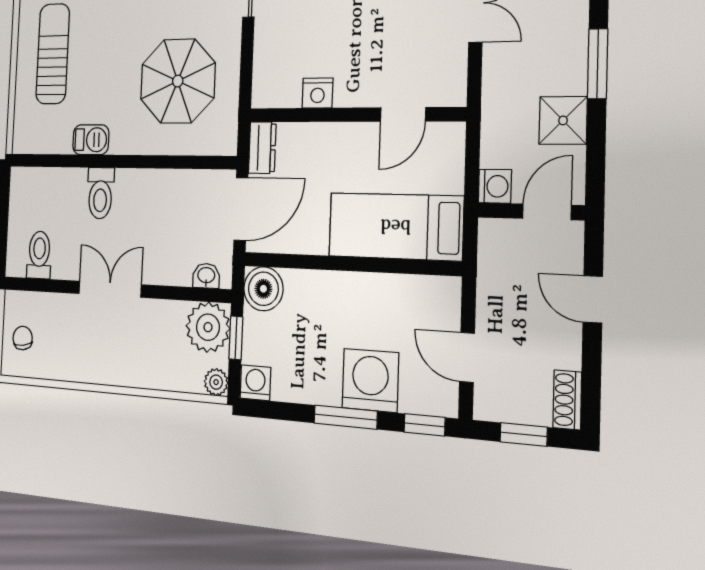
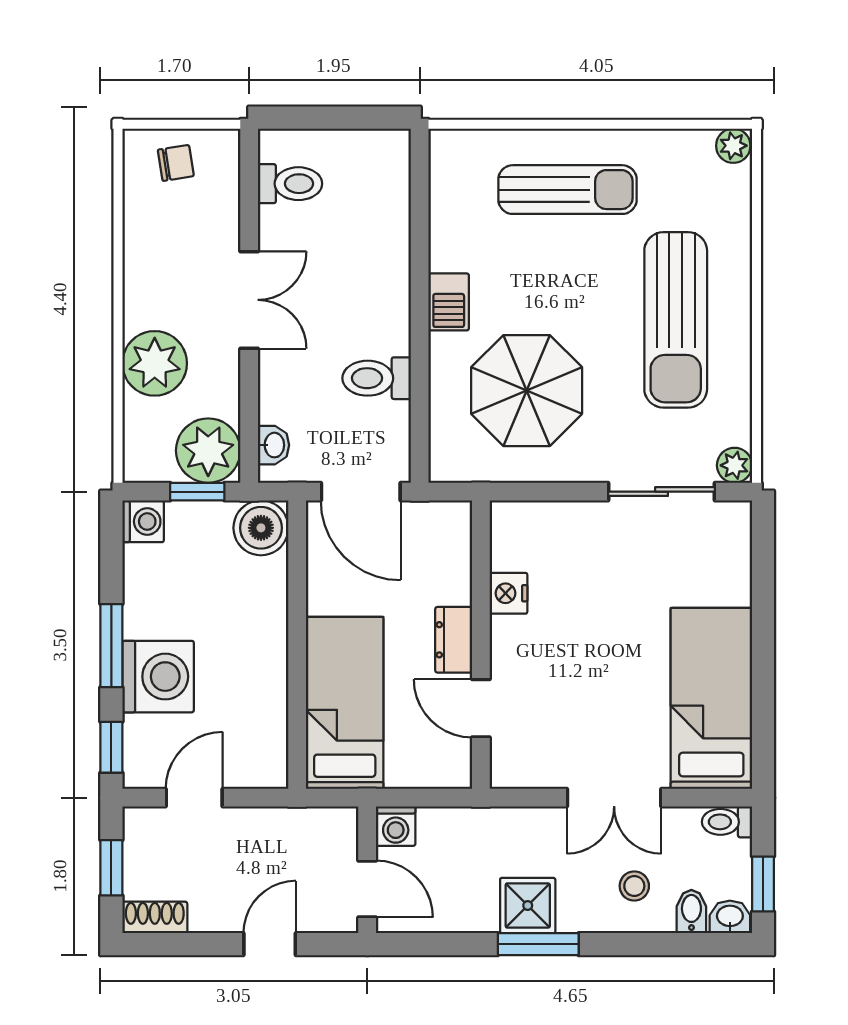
shower: (563, 120) -> (528, 906), moved
barbecue: (91, 140) -> (449, 302), moved
dresser: (262, 148) -> (454, 640), moved, turned 90
toilet: (100, 193) -> (377, 378), moved
plant: (216, 382) -> (155, 363), moved, width x1.88, depth x1.88

